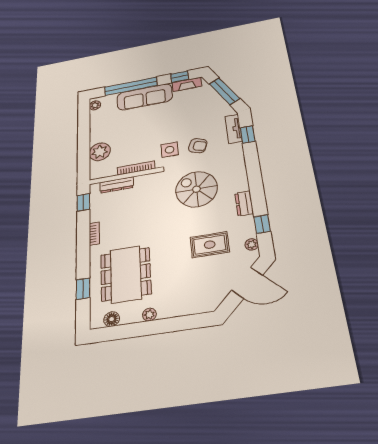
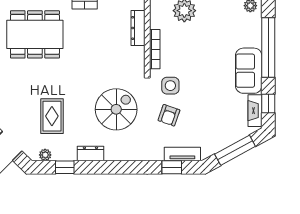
sofa: (145, 97) -> (249, 71), width x0.73

